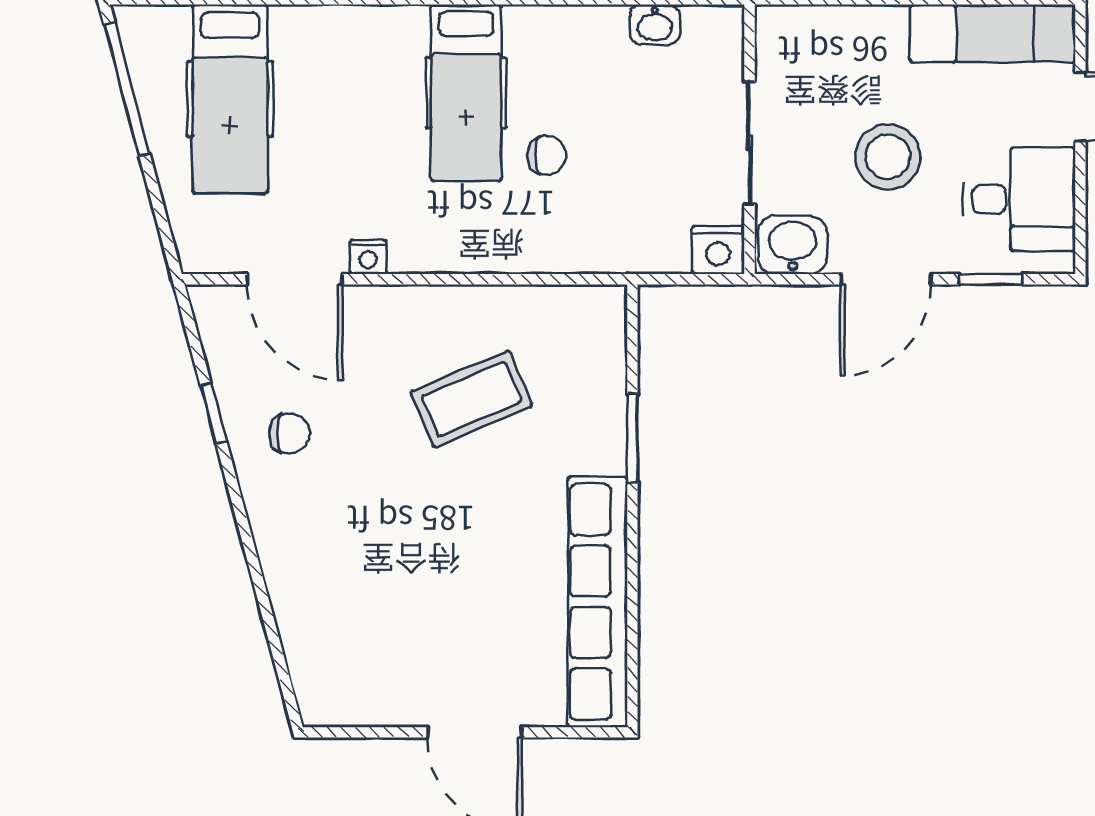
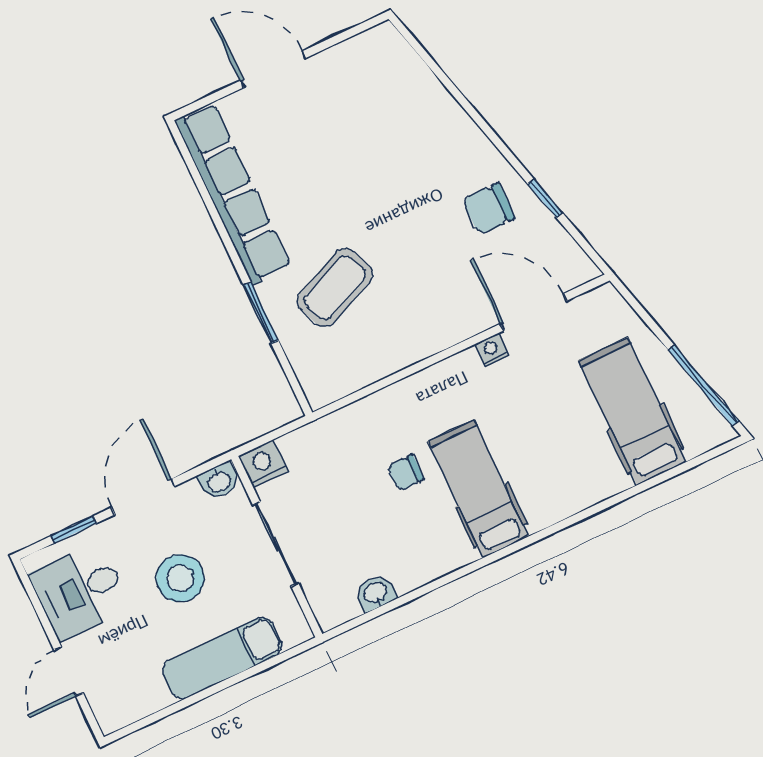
exam couch: (993, 33) -> (222, 658), moved
washbasin: (792, 245) -> (219, 481), width x0.72, depth x0.69
coffee table: (471, 399) -> (335, 288), moved
chair: (289, 434) -> (489, 209), width x1.37, depth x1.37

